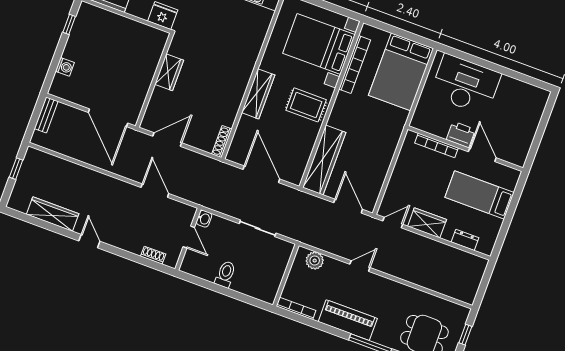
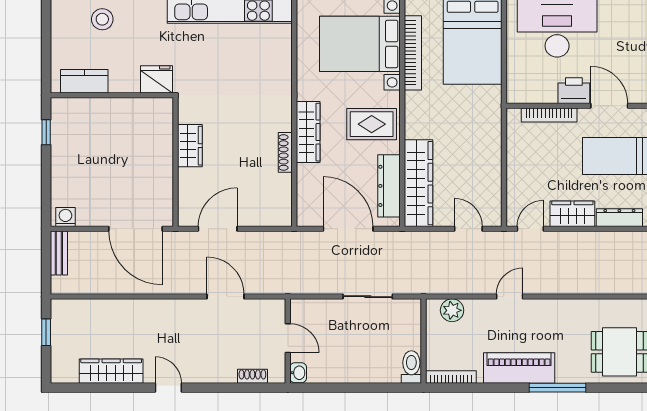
washing machine: (65, 67) -> (65, 217), moved, turned -90
shoe rack: (222, 142) -> (285, 152), moved
dresser: (302, 154) -> (389, 186), added
door: (348, 206) -> (468, 229), width x0.73
washbasin: (204, 219) -> (298, 373), moved
dresser: (465, 240) -> (619, 218), width x1.44
toilet: (225, 274) -> (411, 367), moved

